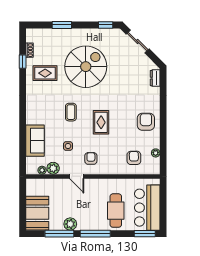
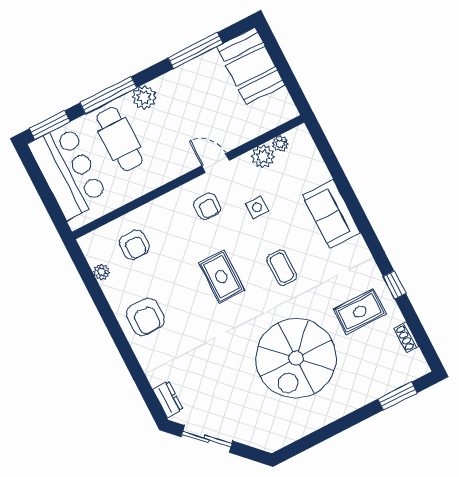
window: (62, 25) -> (397, 396), moved
window: (106, 25) -> (298, 447), removed
sliding door: (138, 42) -> (207, 439), moved
window: (23, 62) -> (394, 285), moved
sofa: (35, 141) -> (332, 214), moved
plant: (70, 224) -> (144, 97), moved
window: (95, 234) -> (108, 95), moved

